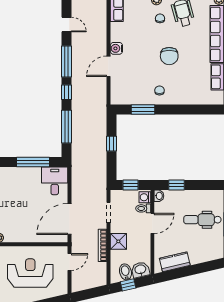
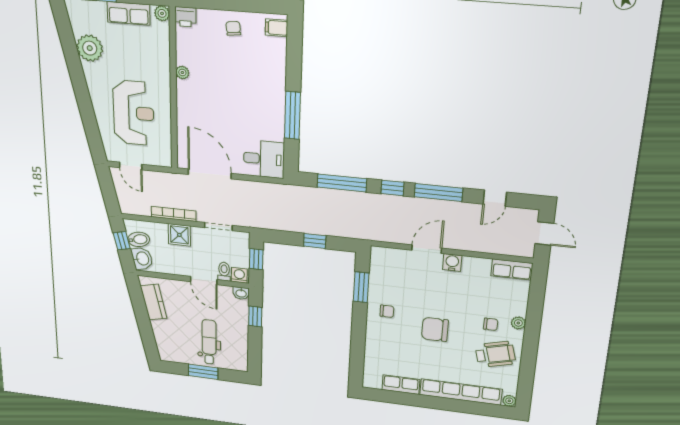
door: (108, 66) -> (427, 249), hinge flipped
window: (33, 162) -> (292, 115), moved
door: (69, 262) -> (131, 166), moved

